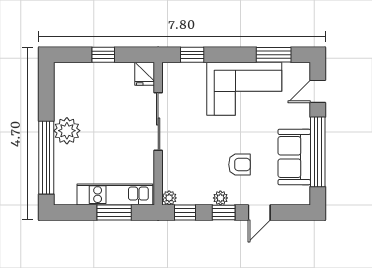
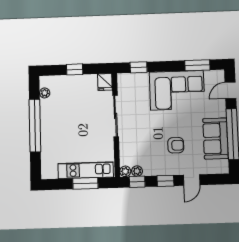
plant: (67, 131) -> (45, 93), moved, width x0.53, depth x0.53
window: (46, 158) -> (35, 126), moved
plant: (220, 198) -> (137, 171), moved

